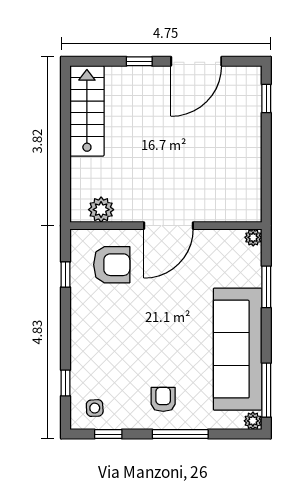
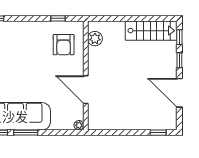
window: (98, 61) -> (179, 37), added
door: (169, 226) -> (86, 90), moved
window: (266, 287) -> (26, 133), moved

